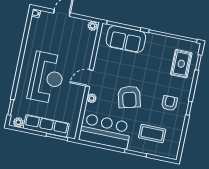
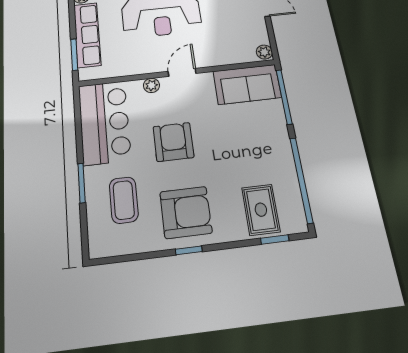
sofa: (126, 39) -> (247, 84), moved, turned -90
rug: (181, 64) -> (261, 210), turned 90
door: (89, 78) -> (182, 72), hinge flipped
armchair: (129, 97) -> (173, 142), turned 105
armchair: (169, 103) -> (186, 212), width x1.88, depth x1.88

